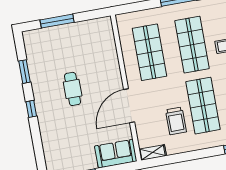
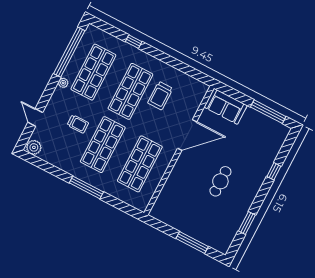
window: (31, 109) -> (274, 171), moved
trolley: (176, 121) -> (160, 96), turned 180
shelving: (153, 153) -> (197, 85), removed

